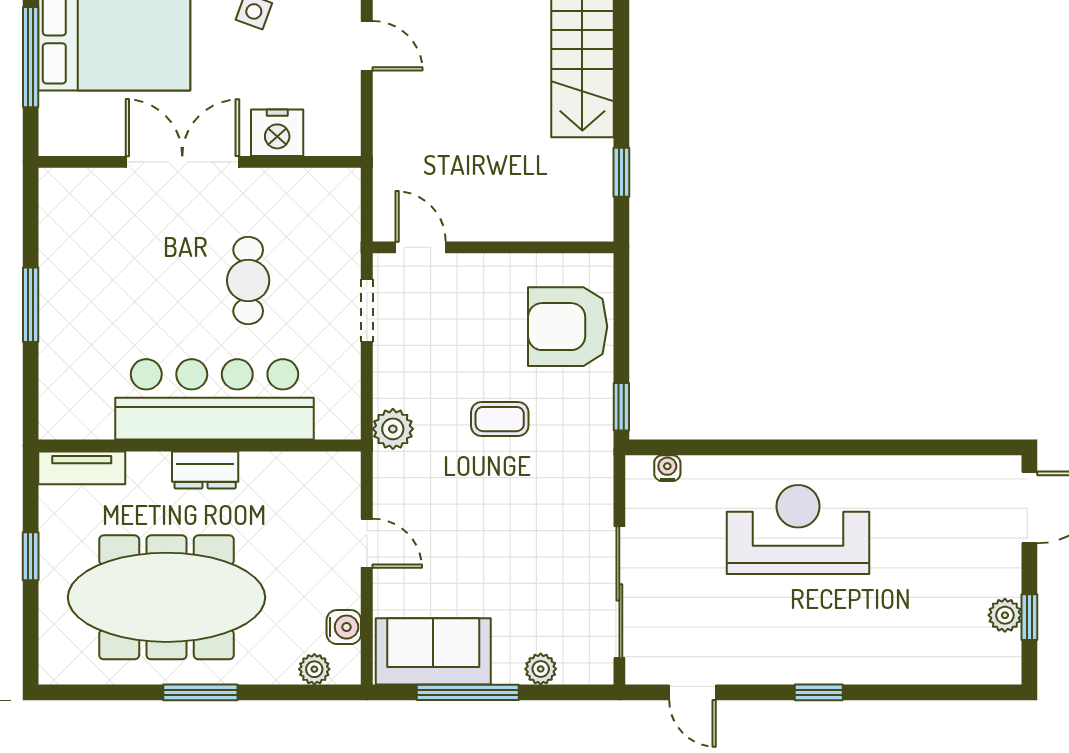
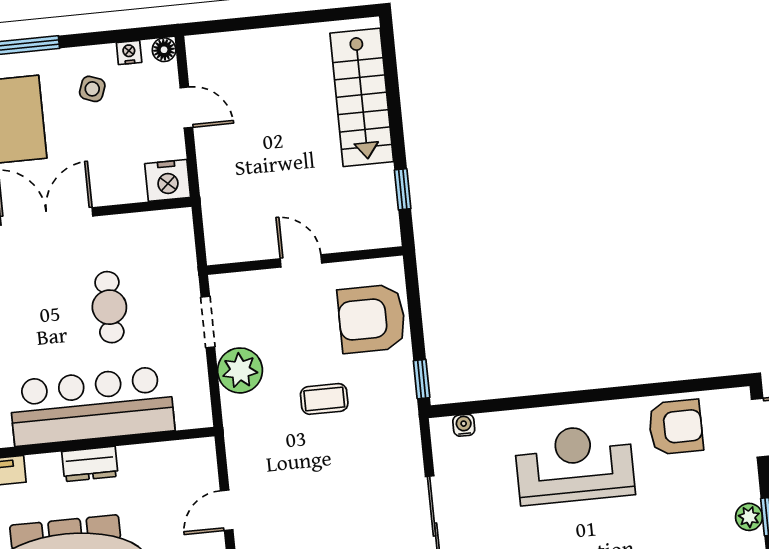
nightstand: (277, 133) -> (168, 180), moved
door: (421, 247) -> (301, 261), moved
plant: (393, 429) -> (240, 370), moved, width x1.36, depth x1.36
armchair: (926, 496) -> (676, 427), added
door: (367, 543) -> (227, 510), swing flipped

